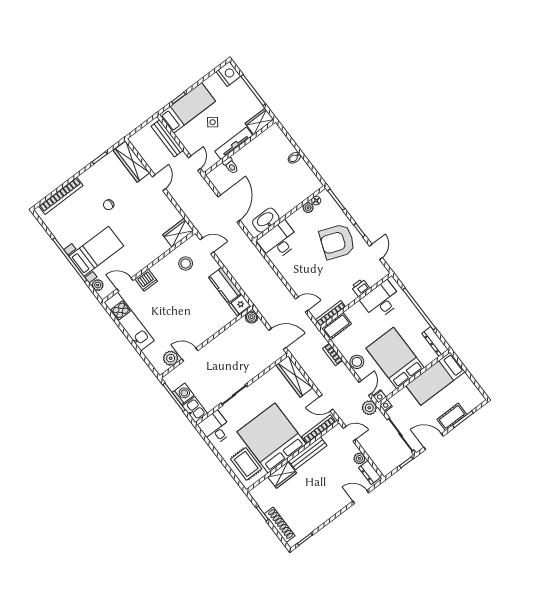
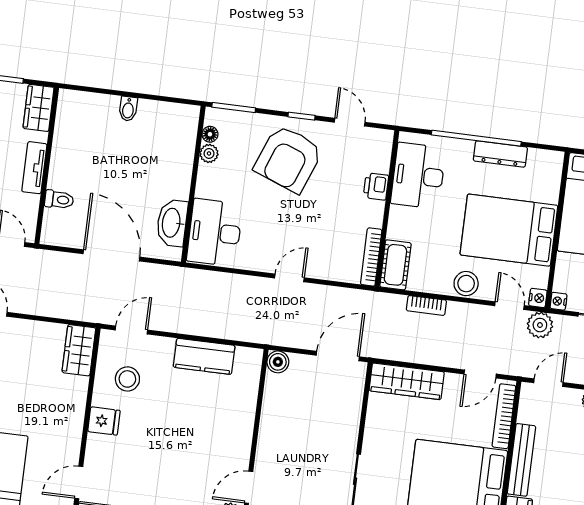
tv unit: (234, 143) -> (34, 168), width x0.71
dishwasher: (146, 280) -> (99, 450), removed
fridge: (240, 305) -> (104, 421), moved, turned -90
door: (302, 305) -> (289, 278), moved
dresser: (435, 341) -> (500, 154), moved

